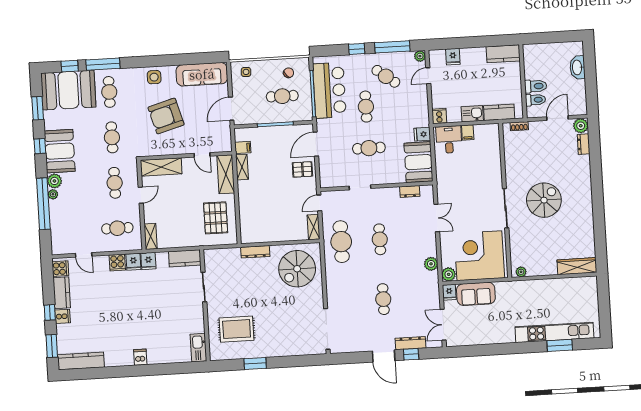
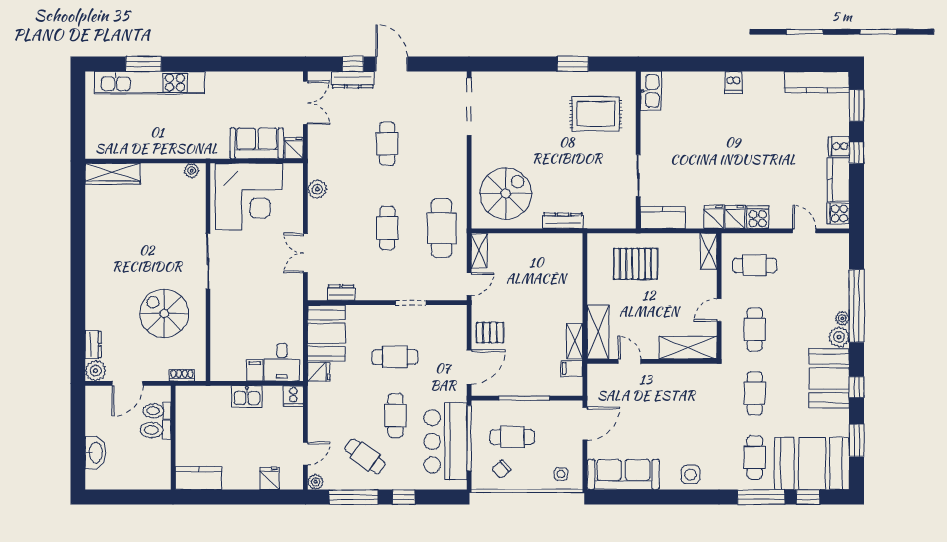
kitchen counter: (499, 112) -> (209, 396), removed
armchair: (166, 116) -> (677, 419), removed
spiral stairs: (544, 200) -> (164, 313), moved, turned 90
pallet: (216, 218) -> (635, 264), moved, turned 90
plant: (449, 274) -> (293, 173), removed

